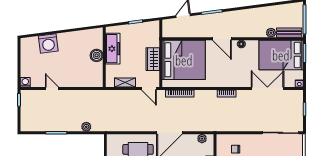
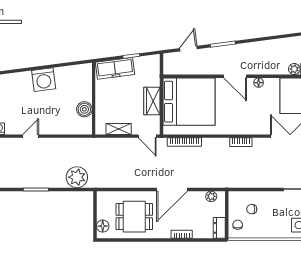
washing machine: (48, 43) -> (44, 80), moved
freezer: (113, 49) -> (115, 68), moved, turned 83
boiler: (97, 55) -> (84, 109), moved
door: (52, 89) -> (31, 136), hinge flipped
plant: (86, 127) -> (77, 177), width x1.87, depth x1.87

